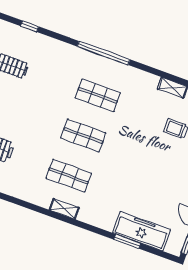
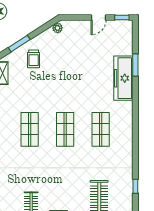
shelving: (64, 209) -> (128, 123), removed
freezer: (142, 231) -> (123, 78), moved

